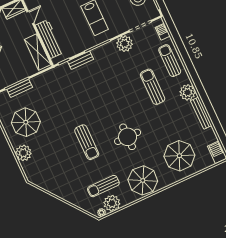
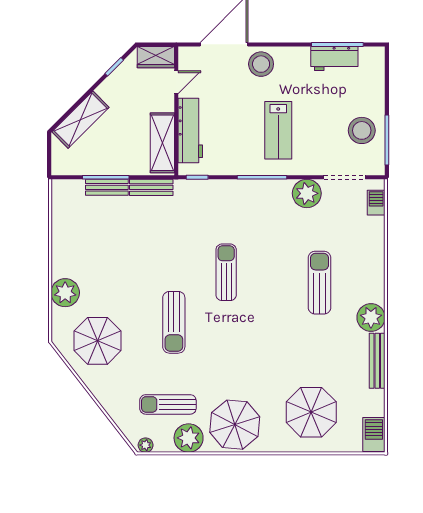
bench: (80, 60) -> (151, 187), moved
sun lounger: (170, 61) -> (226, 272), moved
parasol: (26, 122) -> (97, 341), moved
round table: (128, 137) -> (243, 344), removed
plant: (112, 203) -> (189, 438), moved

